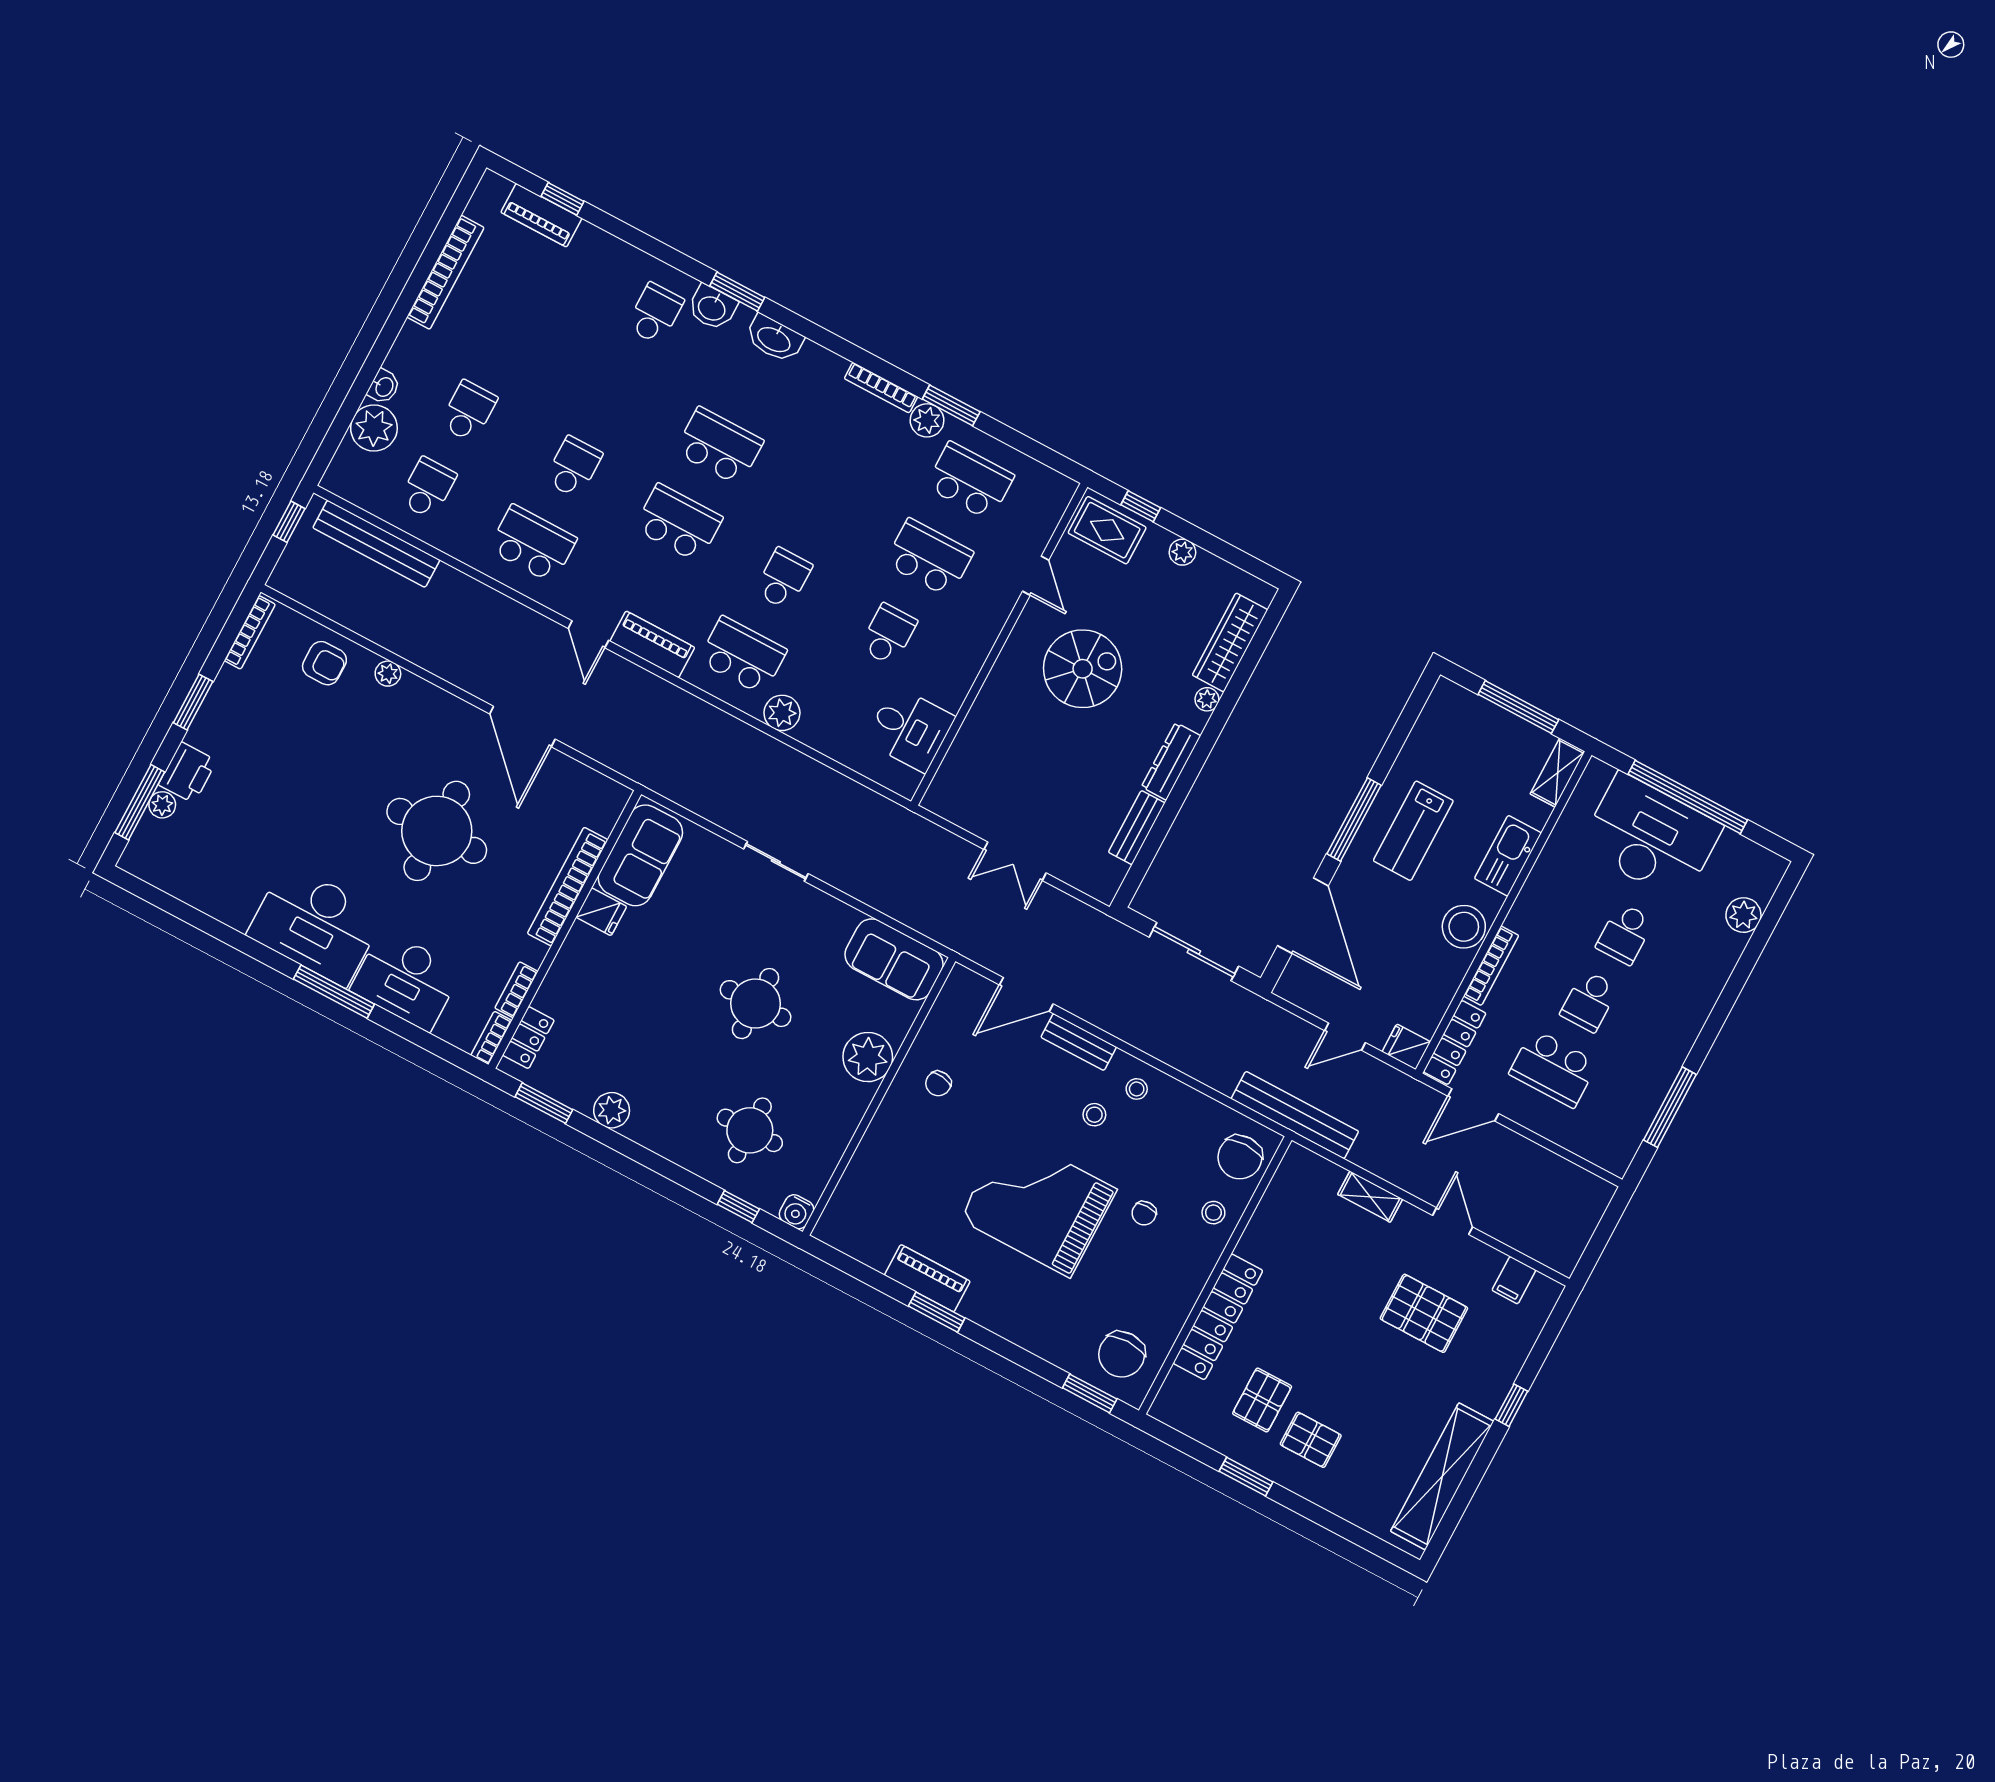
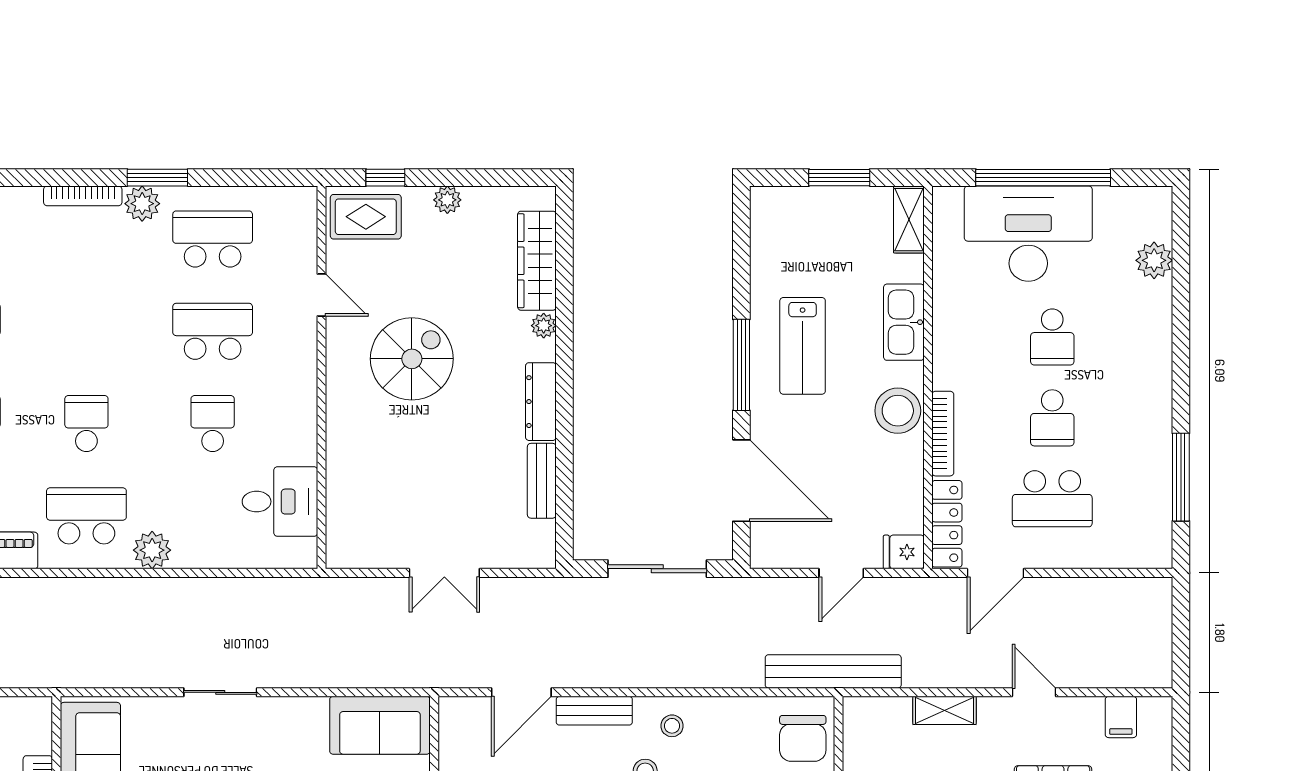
window: (1518, 707) -> (839, 178), width x0.69

